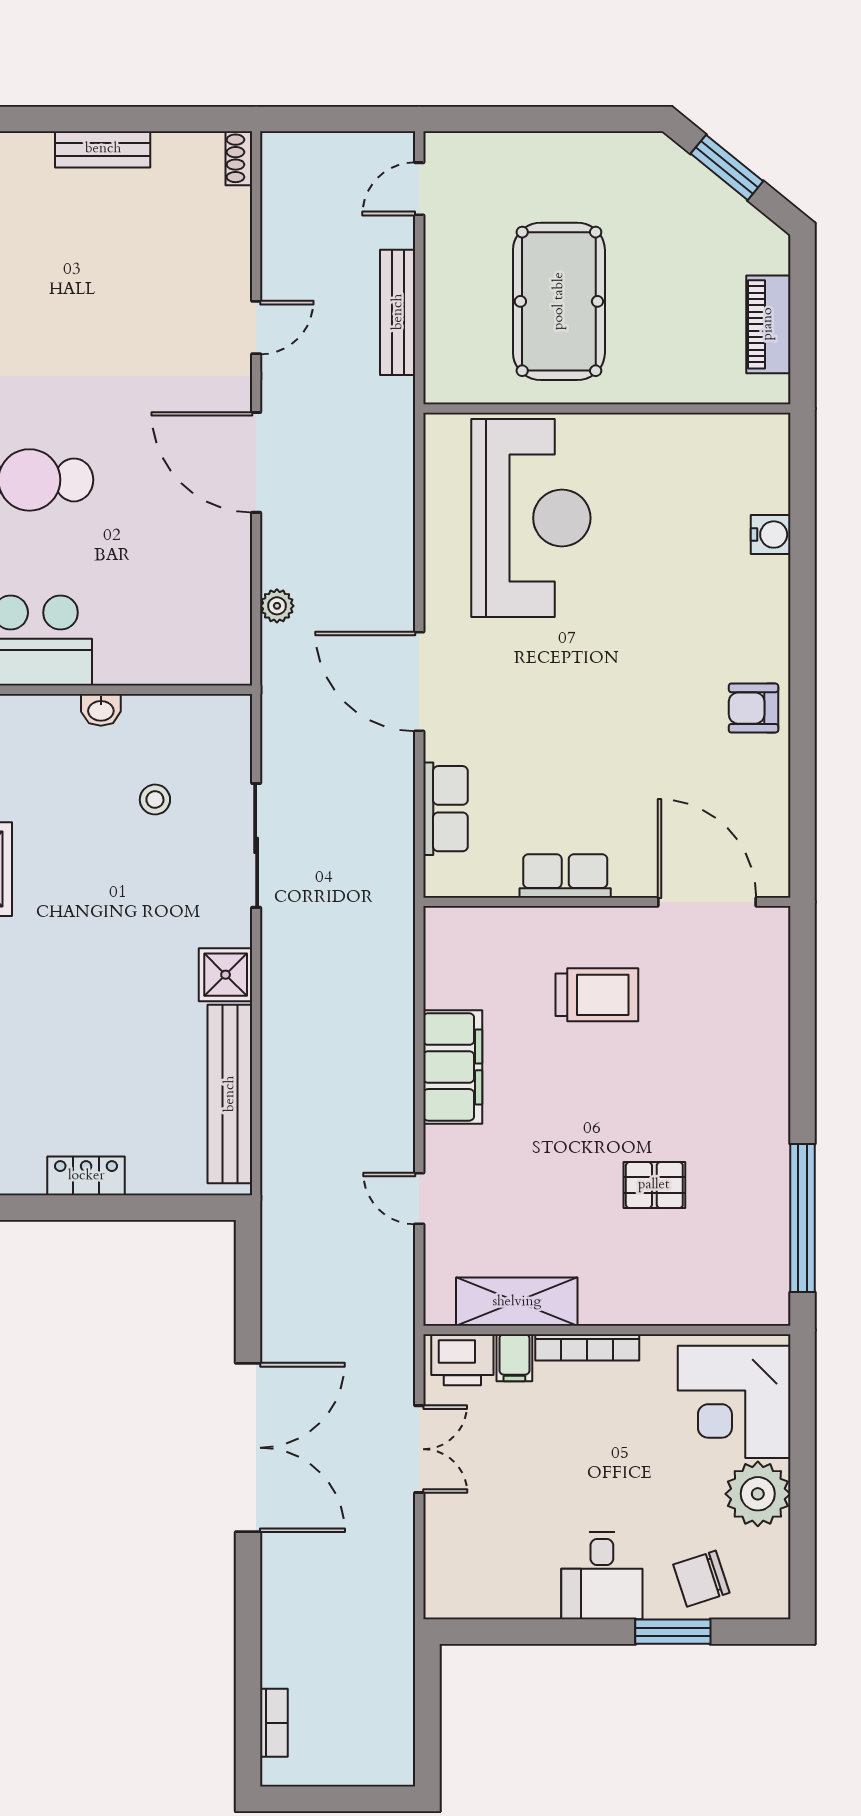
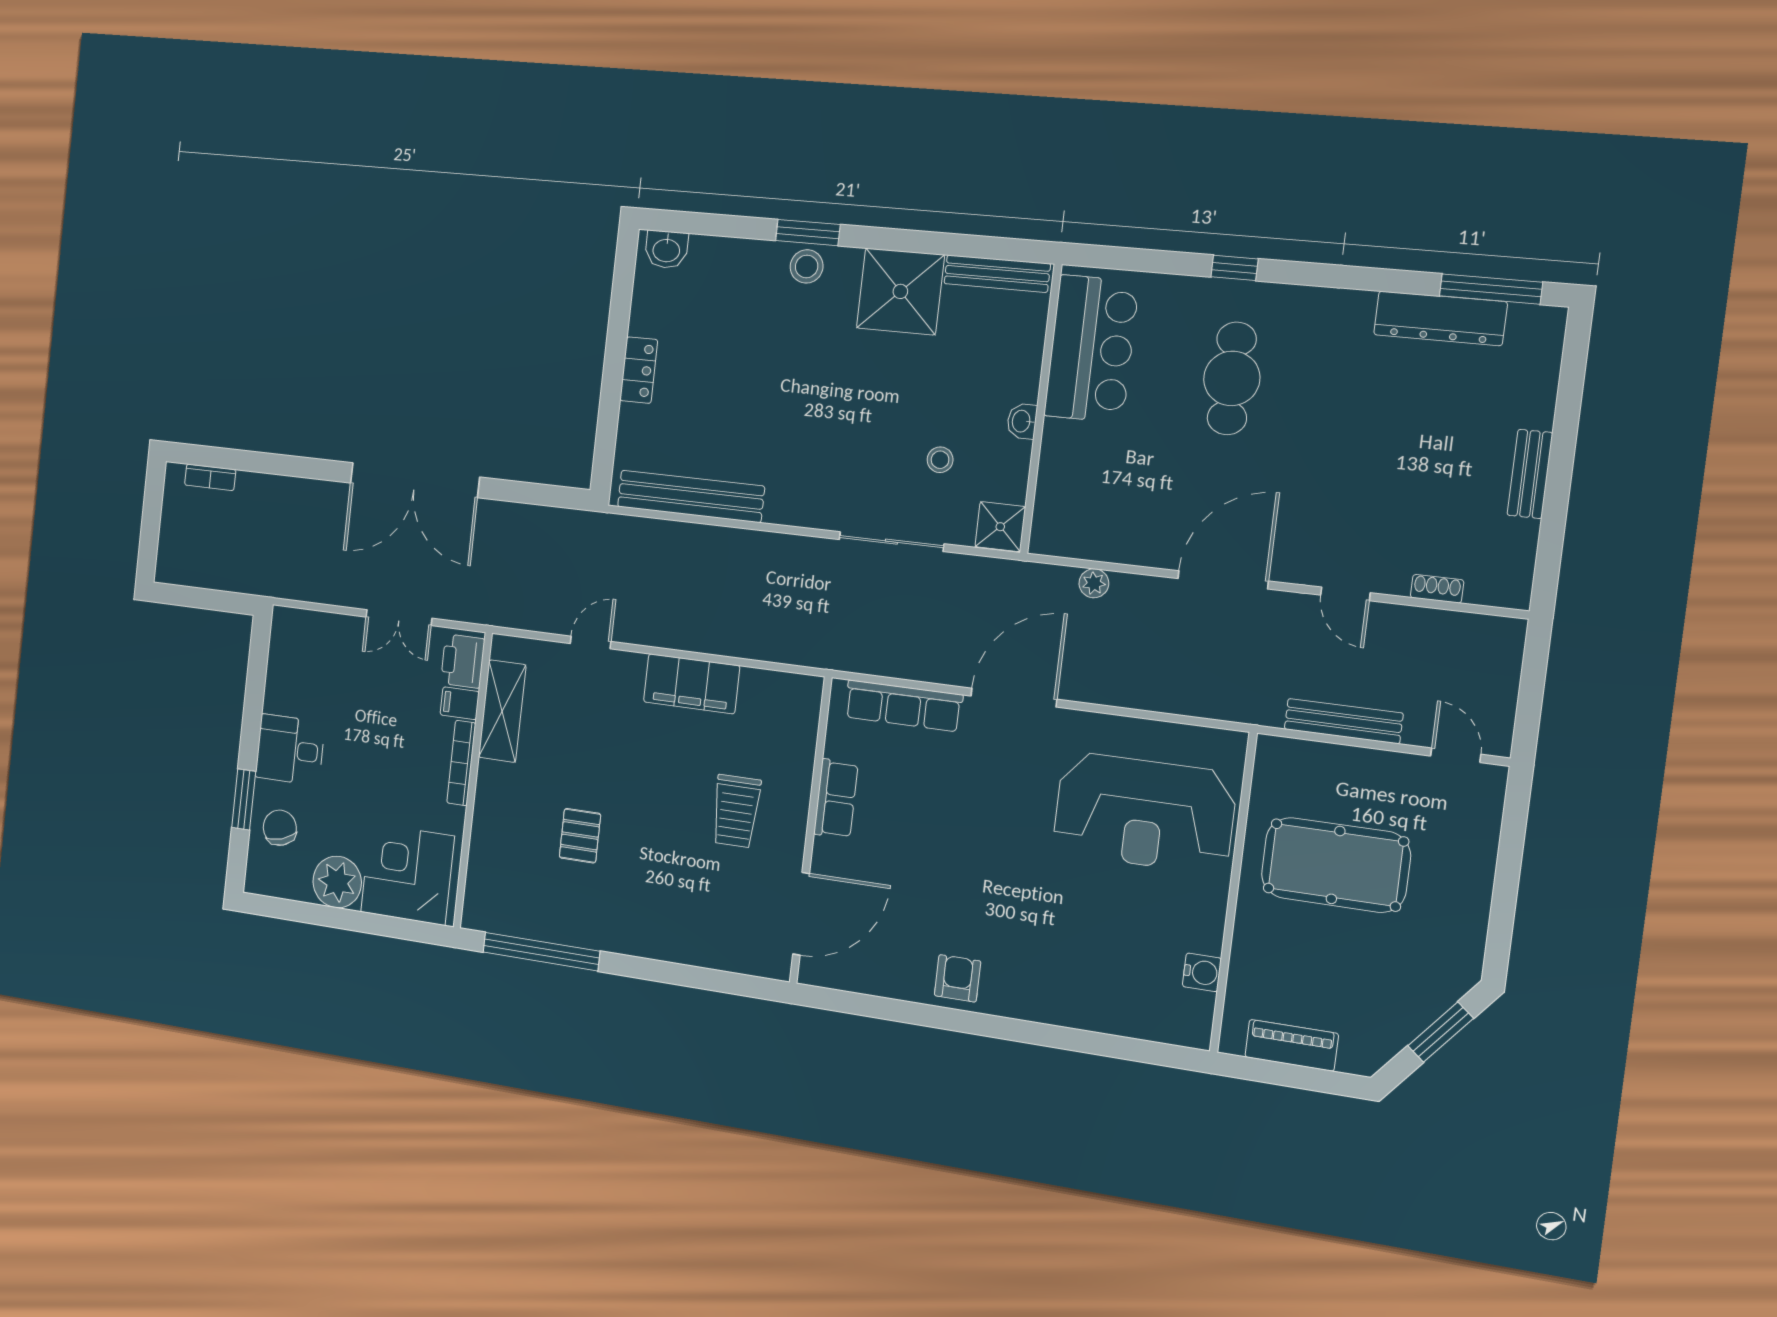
shoe rack: (239, 158) -> (1437, 589), moved
water cooler: (771, 535) -> (1202, 972), moved, turned -90
row of seats: (446, 809) -> (903, 706), width x1.48
shower: (226, 975) -> (1000, 527), moved

